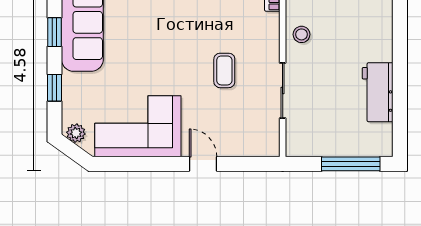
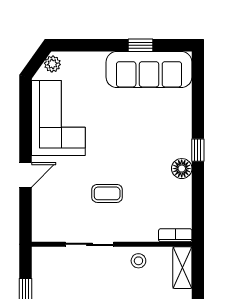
window: (54, 88) -> (92, 45), removed

